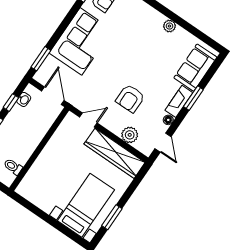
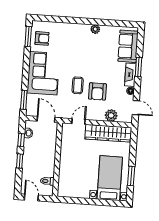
coffee table: (112, 78) -> (78, 85), added

